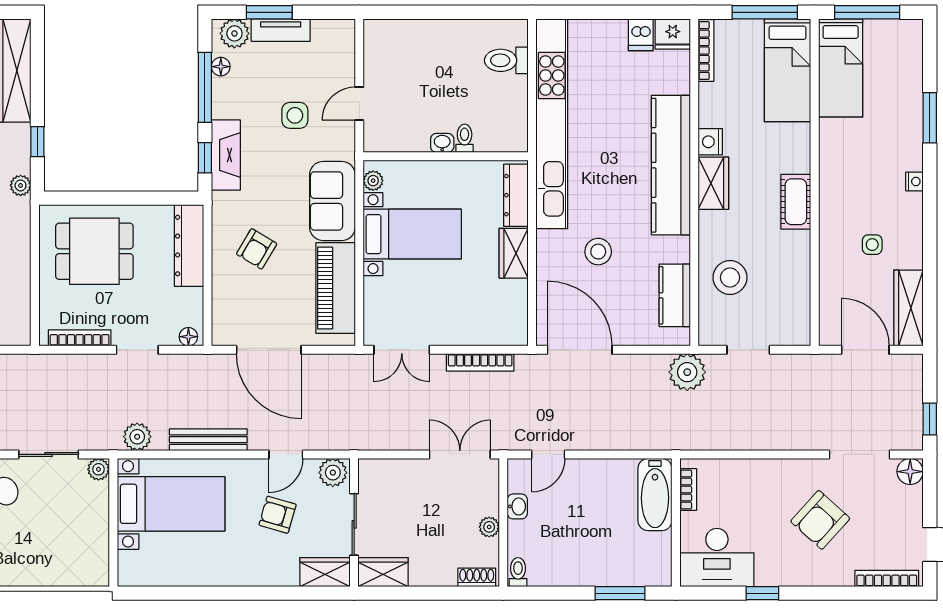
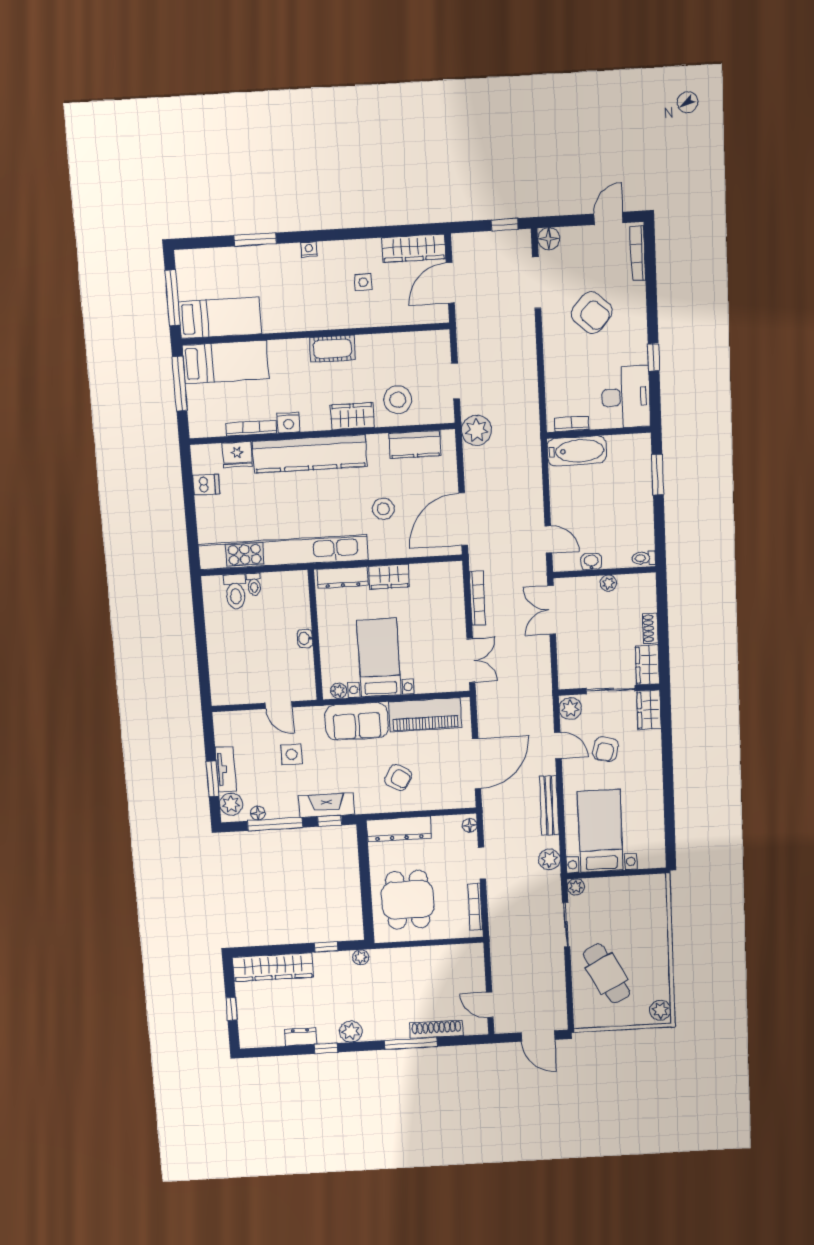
fridge: (673, 34) -> (237, 455), moved, turned 90
bookcase: (706, 51) -> (251, 428), moved
toilet: (465, 138) -> (254, 584), moved, turned -90
wardrobe: (713, 183) -> (352, 416), moved
shoe rack: (477, 577) -> (650, 628), moved

